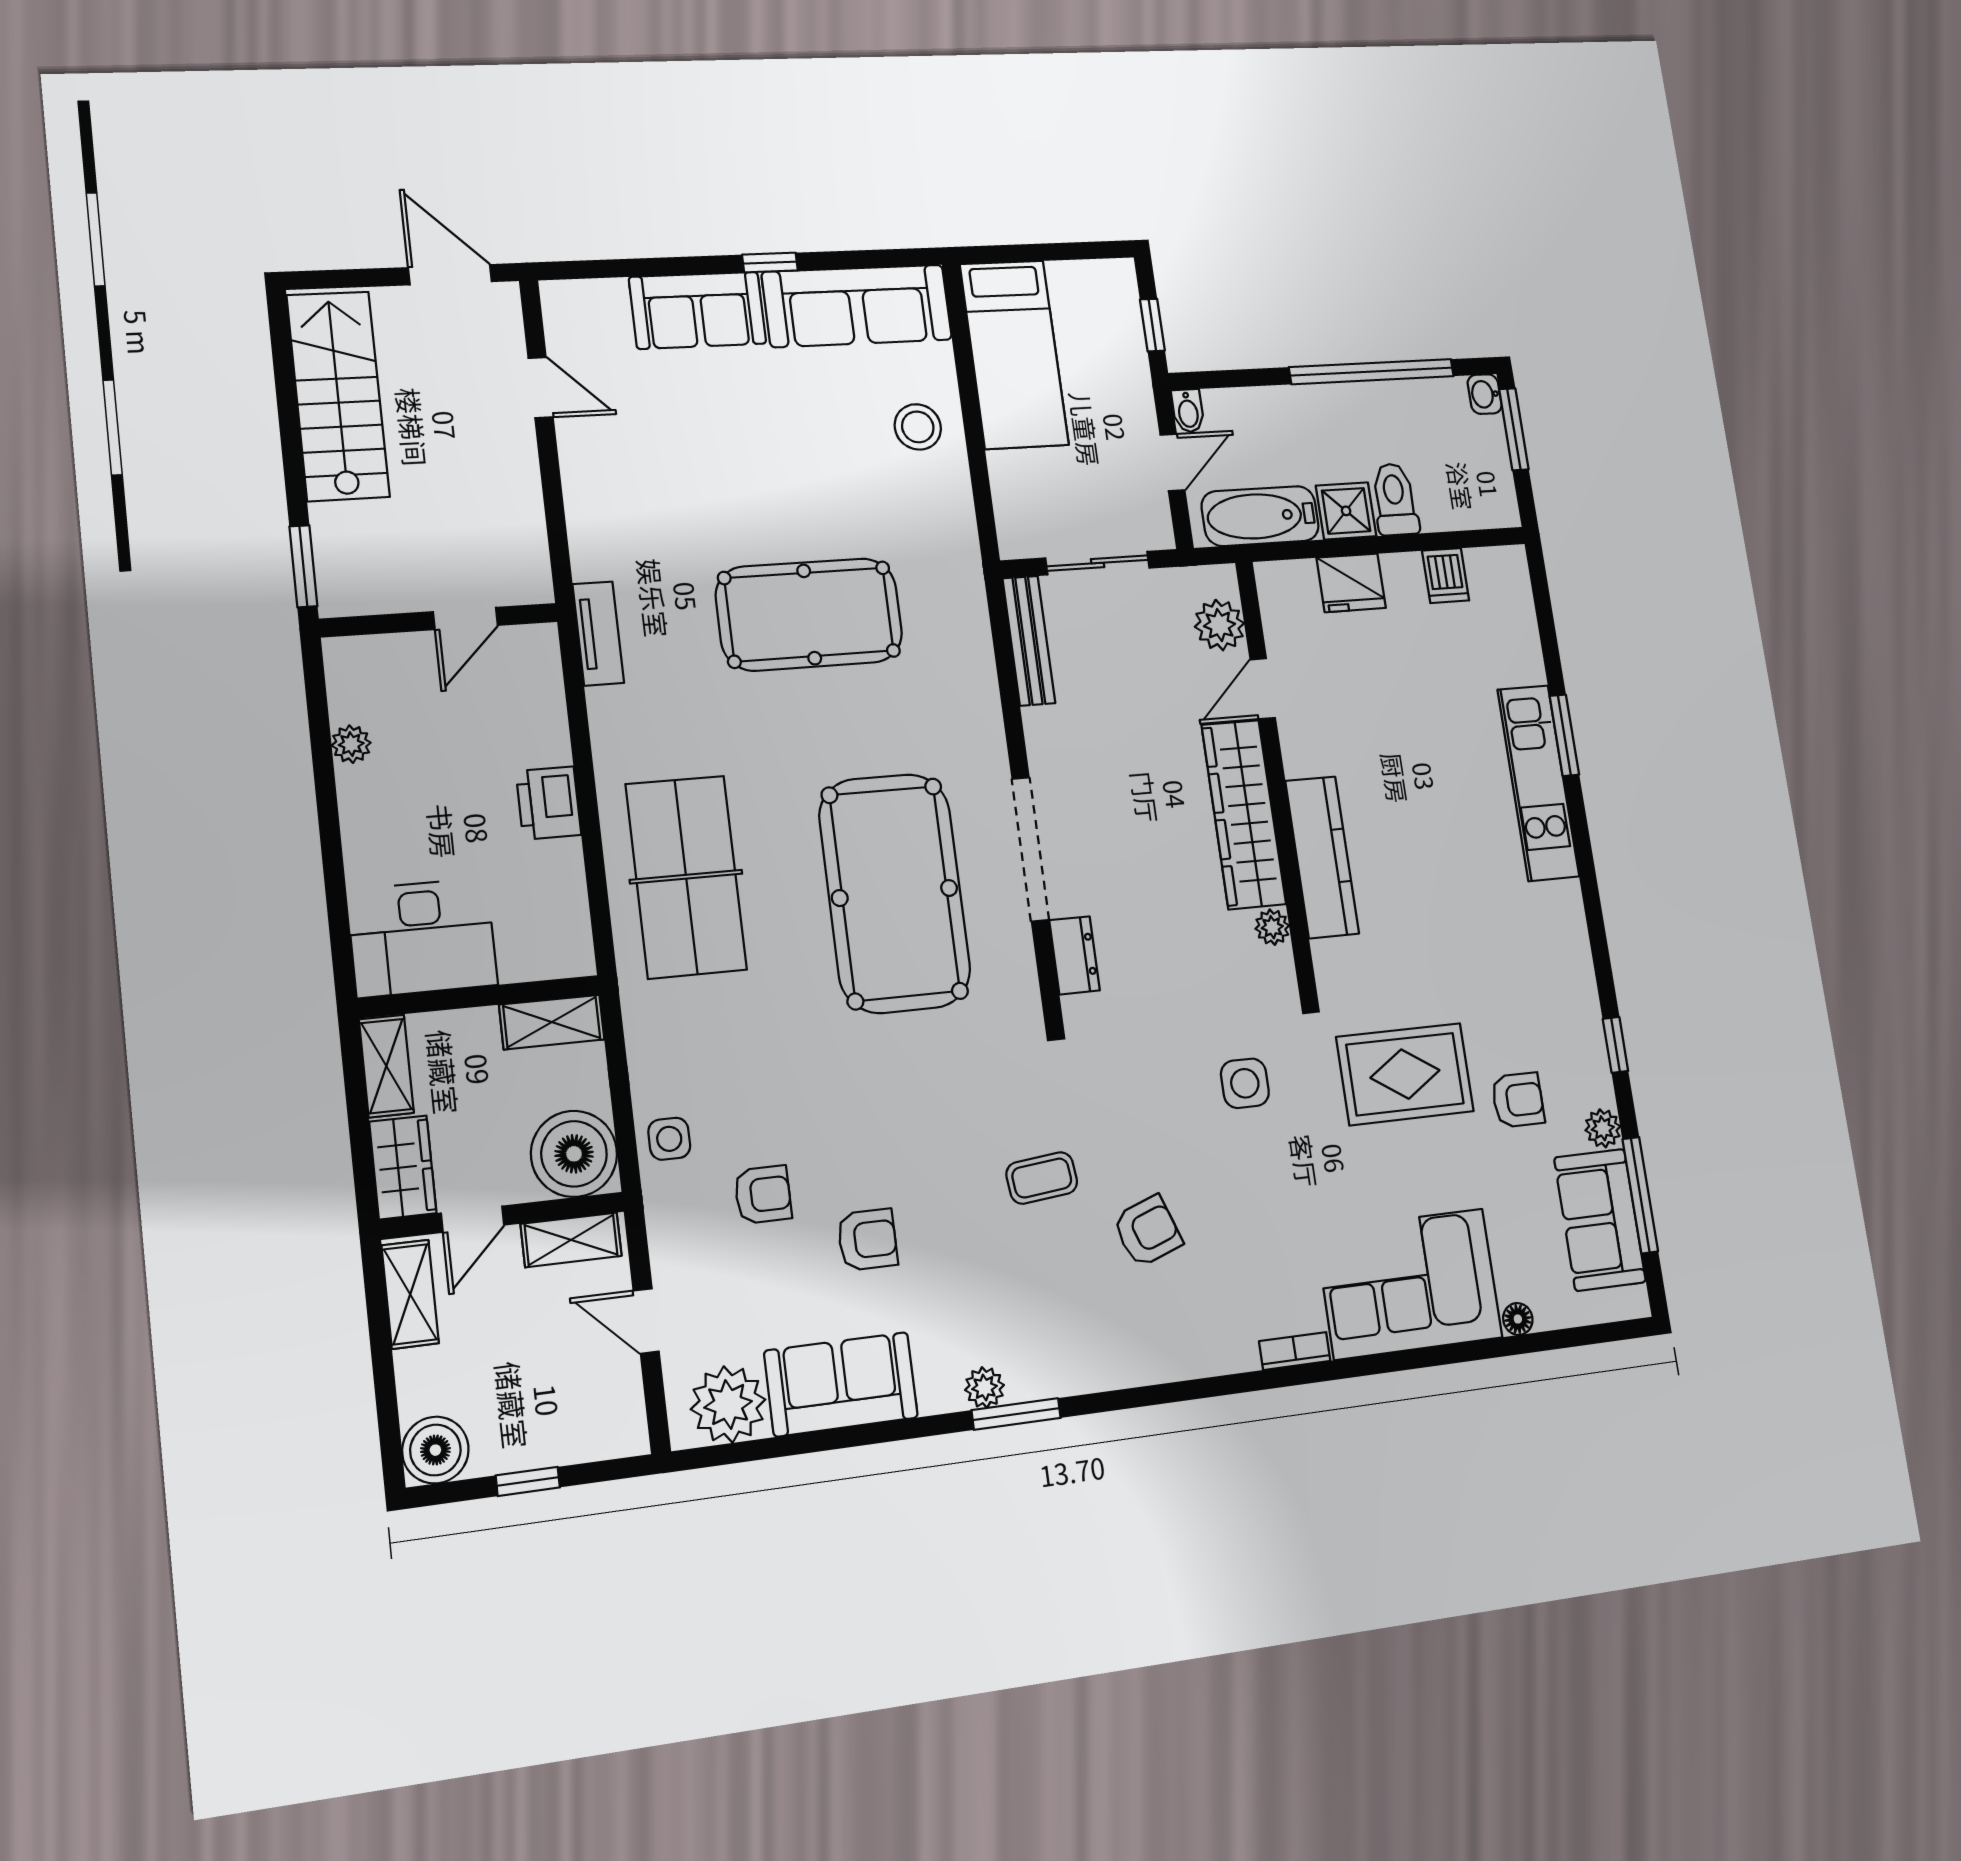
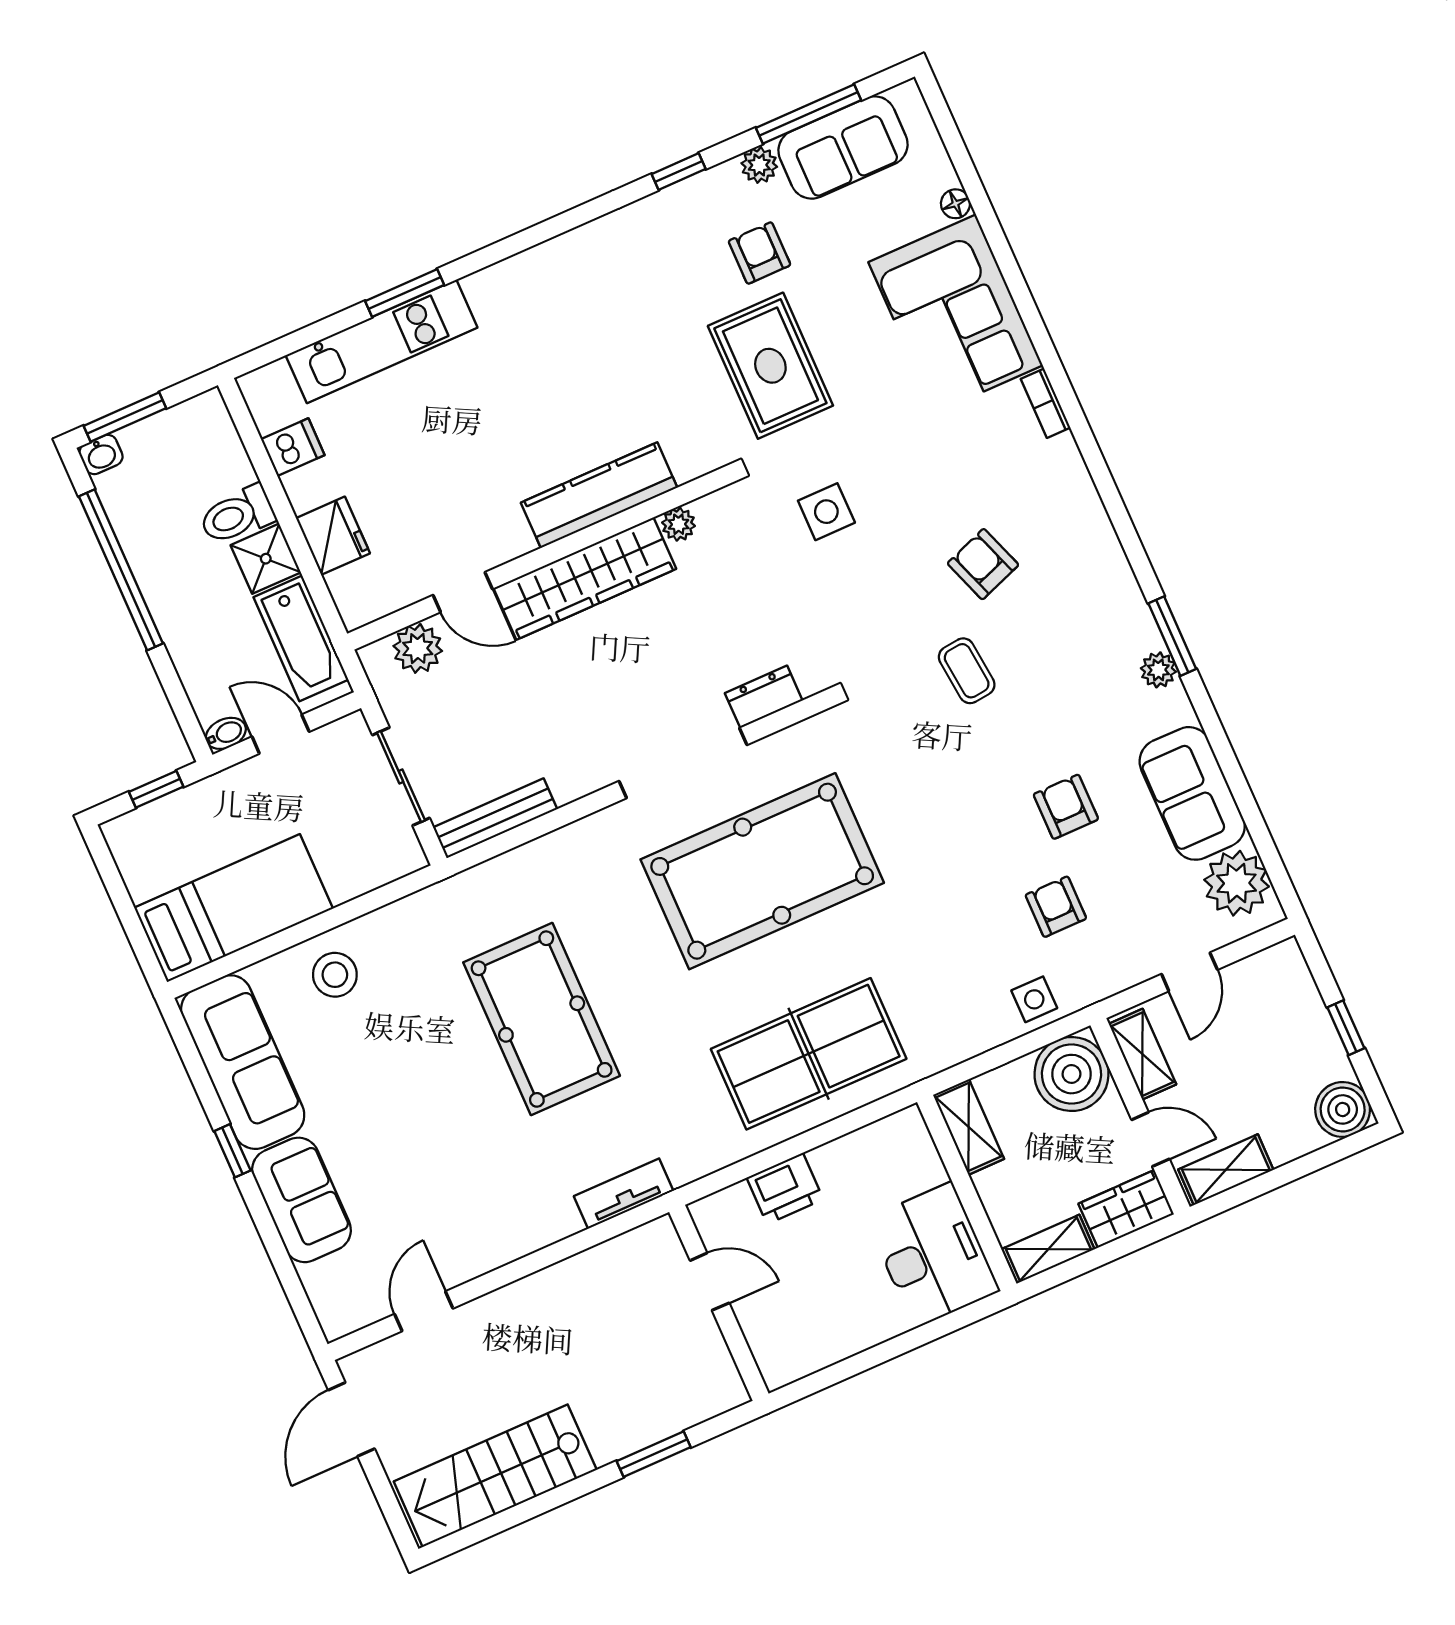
door: (465, 618) -> (710, 1282), moved
wall: (439, 620) -> (719, 1303), moved
plant: (351, 744) -> (791, 1365), removed
kitchen unit: (1538, 783) -> (382, 341), moved

